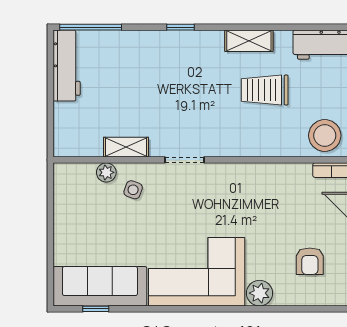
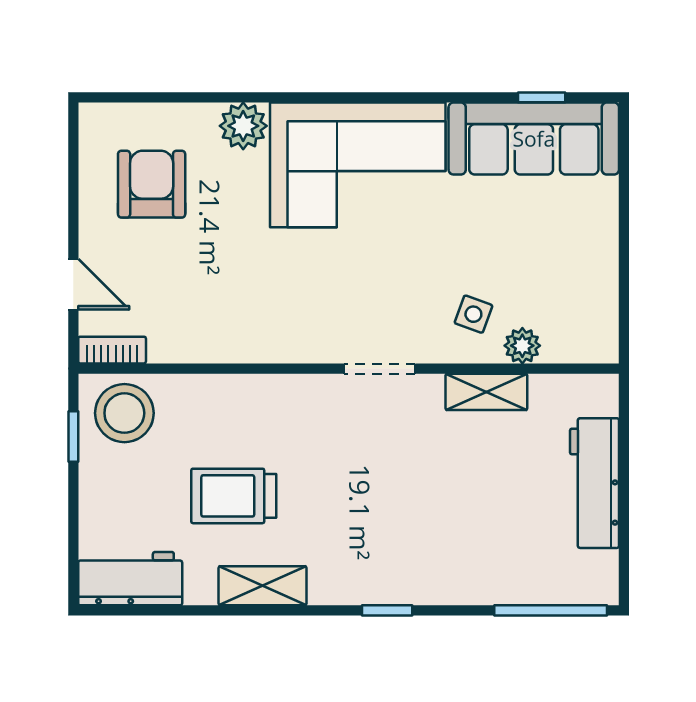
workbench: (67, 66) -> (595, 483), moved
trolley: (265, 90) -> (234, 496), turned 180
armchair: (310, 261) -> (152, 184), width x1.38, depth x1.38

